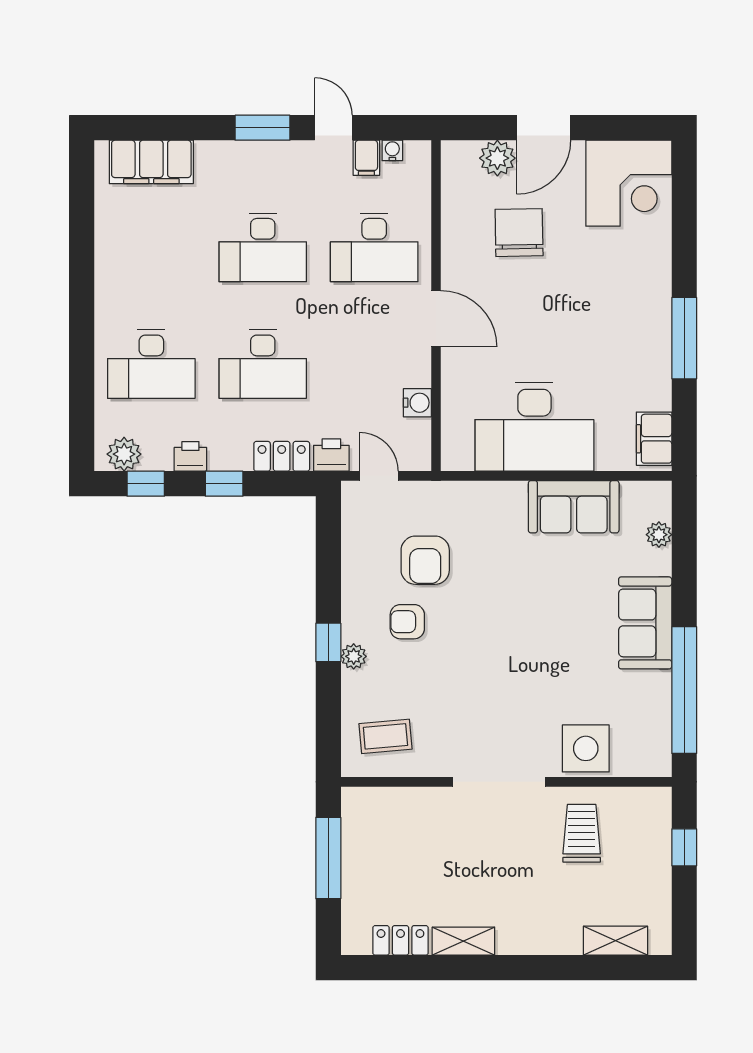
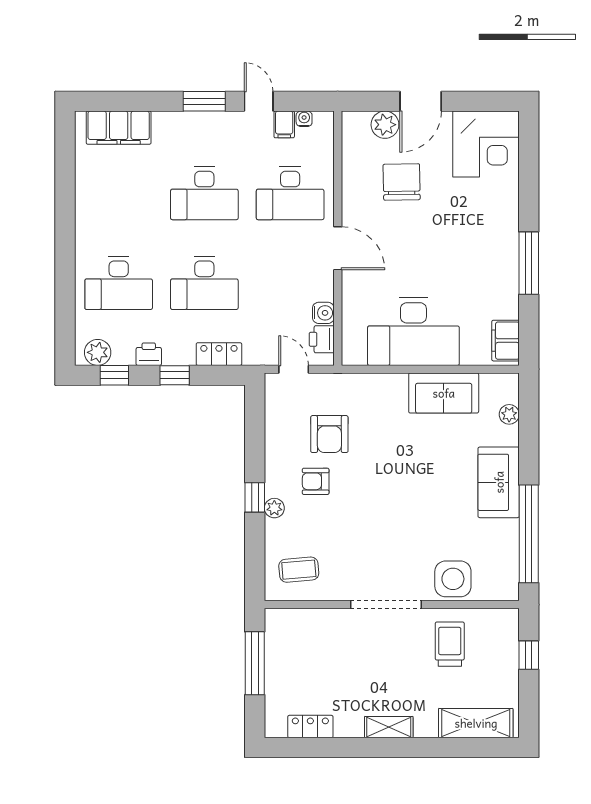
printer: (331, 455) -> (322, 339), moved, turned -90
shelving: (463, 941) -> (389, 727), moved
shelving: (615, 941) -> (476, 723), width x1.50, depth x1.33

